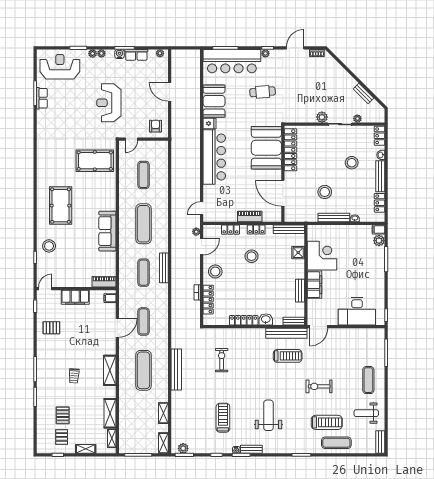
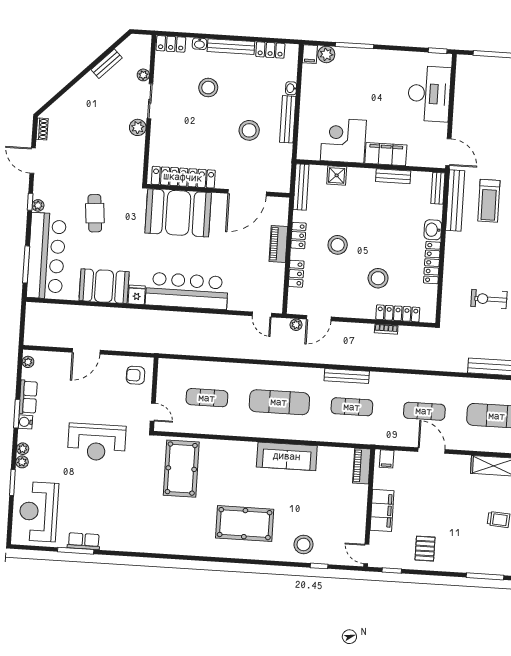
door: (202, 247) -> (319, 318), swing flipped
stool: (215, 271) -> (378, 278), moved
treadmill: (288, 356) -> (489, 201), turned 180

